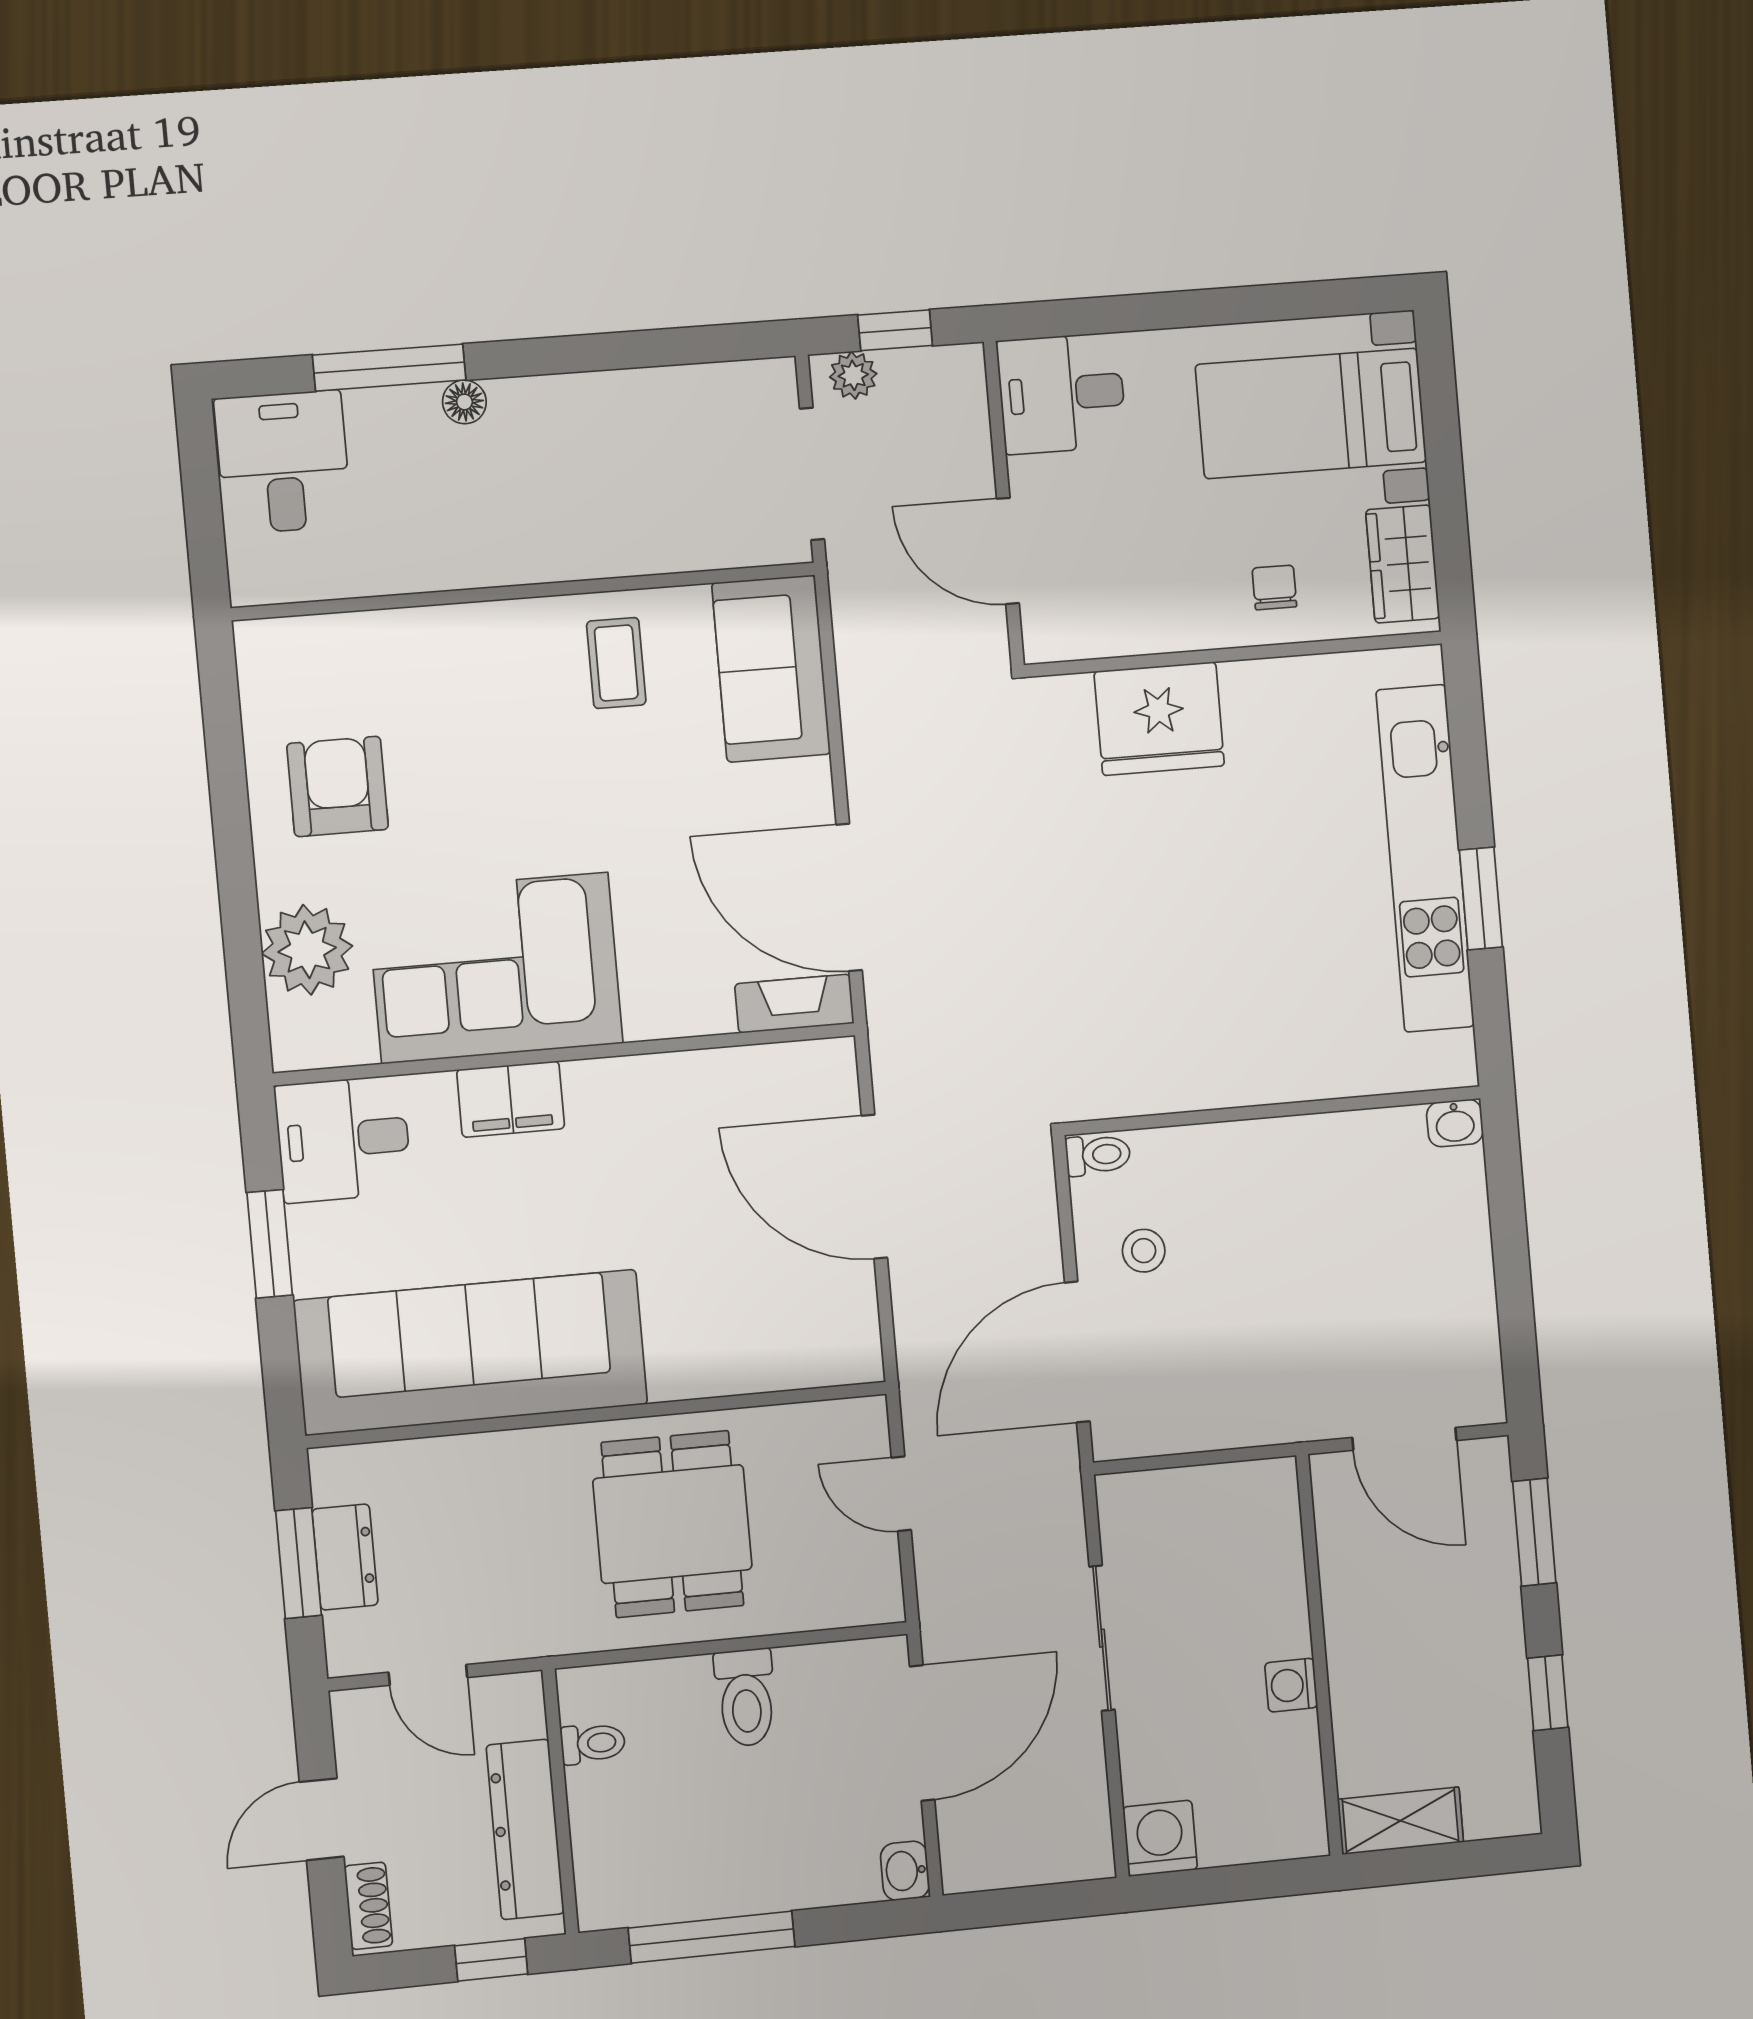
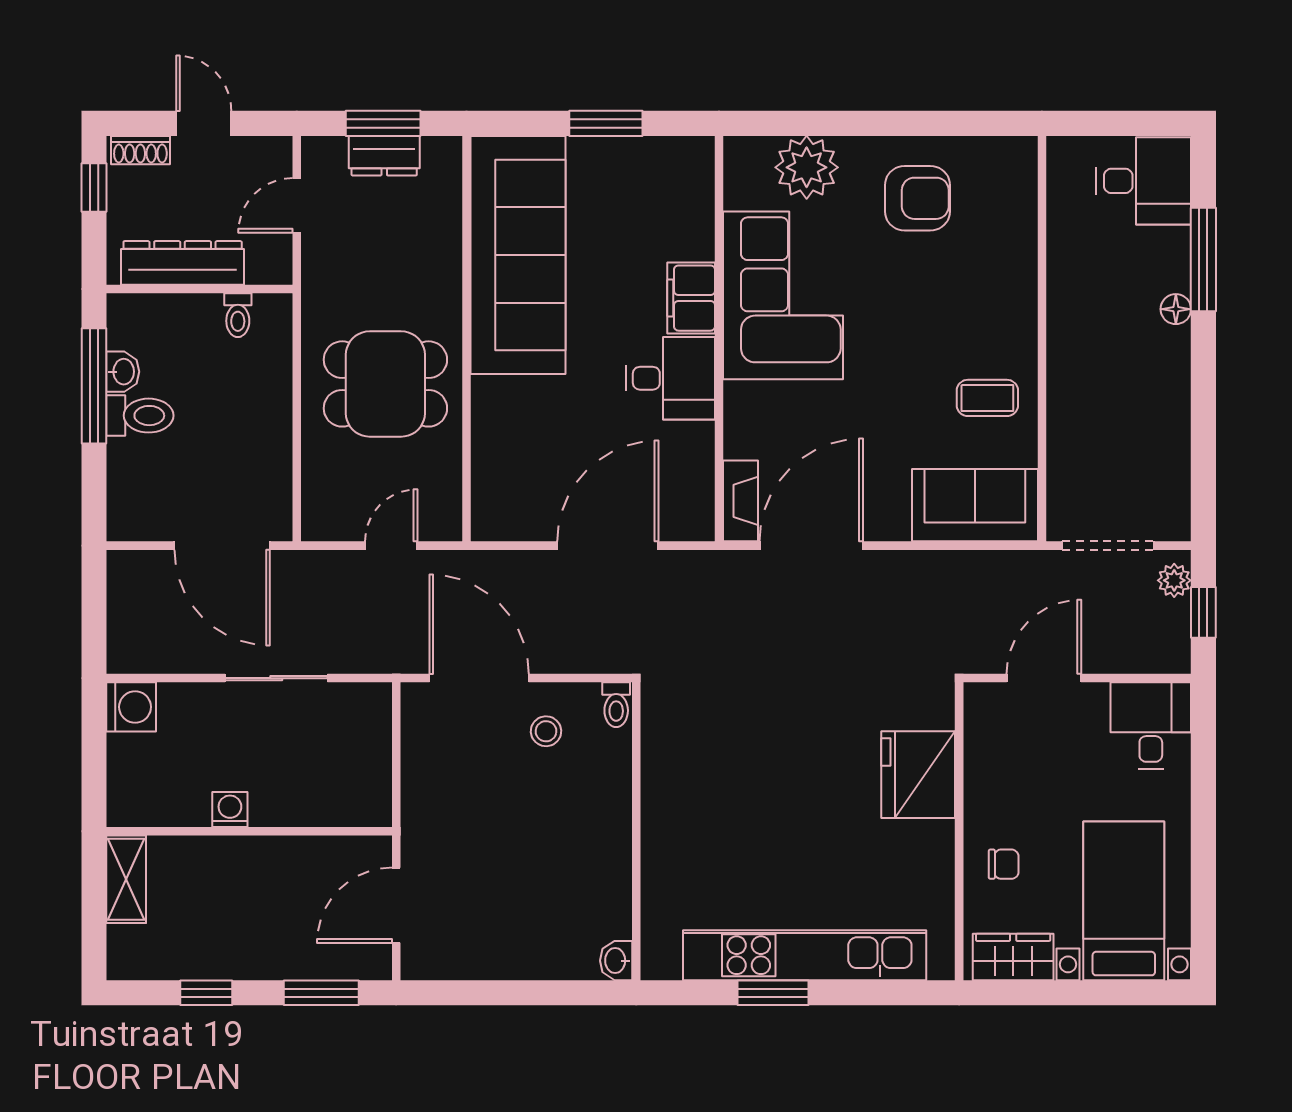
desk: (343, 1139) -> (670, 378), moved, turned 90
toilet: (746, 1698) -> (140, 416), moved, turned 180
washbasin: (905, 1871) -> (123, 372), moved, turned 90
window: (491, 1960) -> (94, 188), moved

